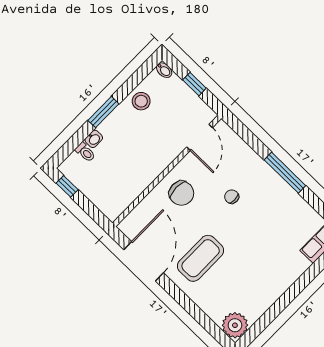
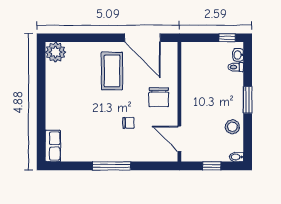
washbasin: (94, 139) -> (238, 55), moved
chair: (181, 193) -> (159, 97), turned -90

